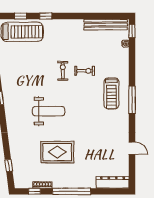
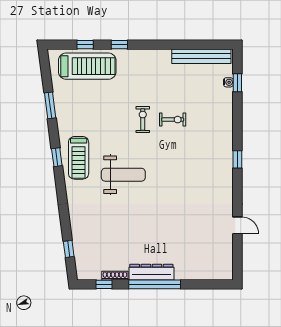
window: (132, 31) -> (237, 83), moved
treadmill: (111, 93) -> (79, 158), moved
window: (132, 100) -> (237, 159), width x0.46
rug: (57, 152) -> (135, 231), removed
dresser: (113, 182) -> (151, 272), moved

